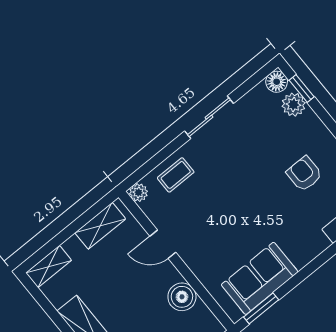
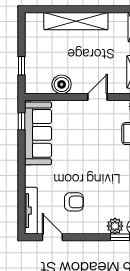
sofa: (260, 278) -> (38, 133), width x1.36
window: (261, 308) -> (21, 121), width x0.67

